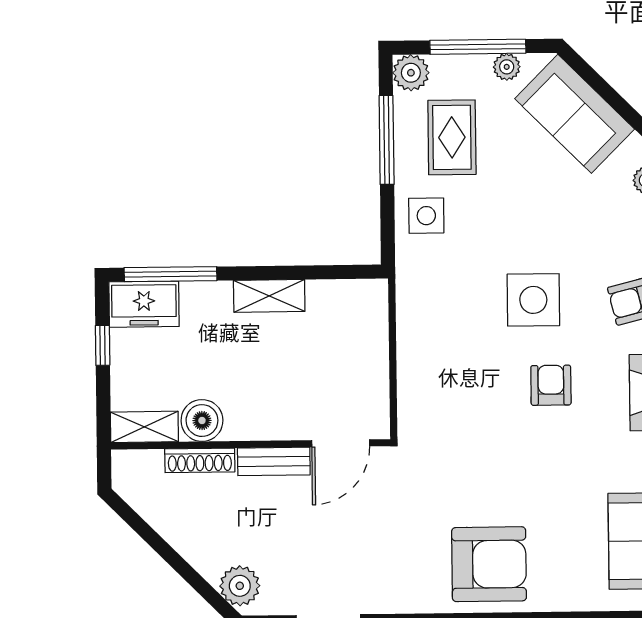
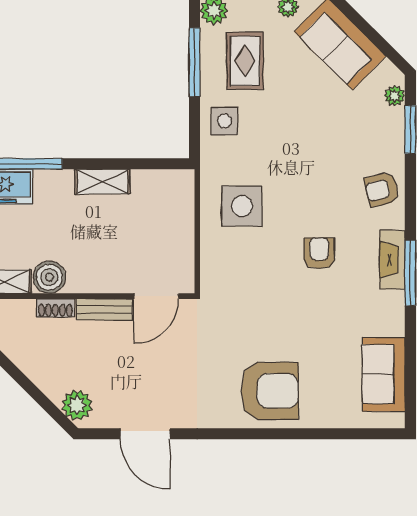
side table: (533, 300) -> (242, 206), moved
shoe rack: (200, 460) -> (55, 308), width x0.70

